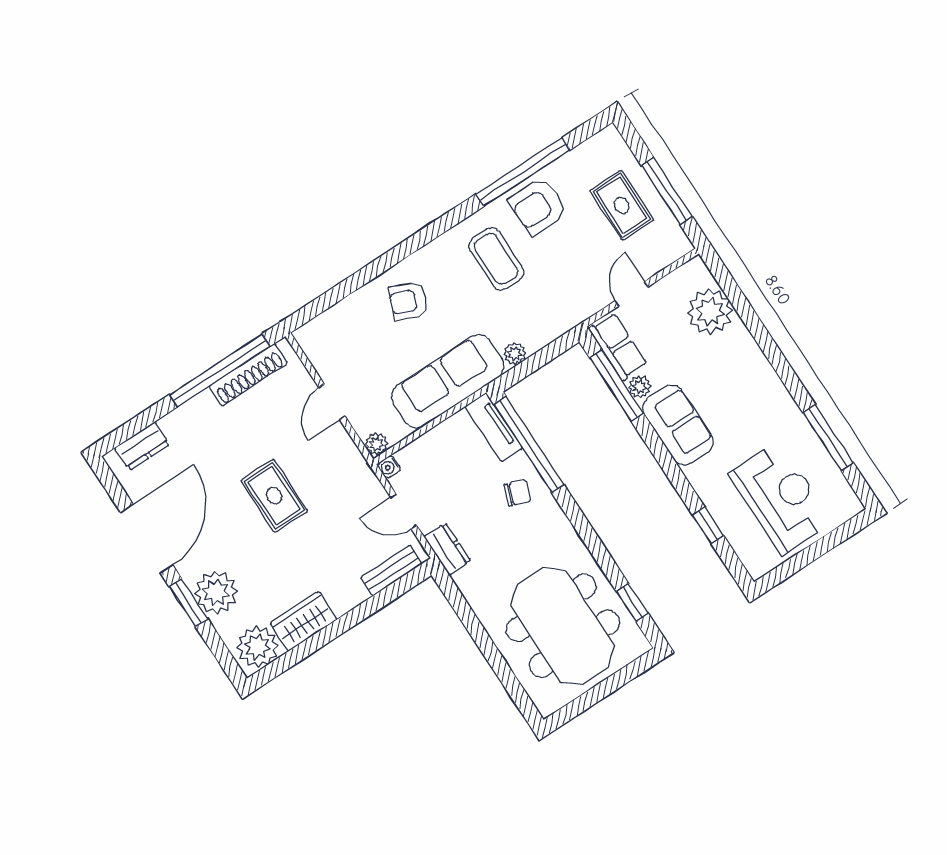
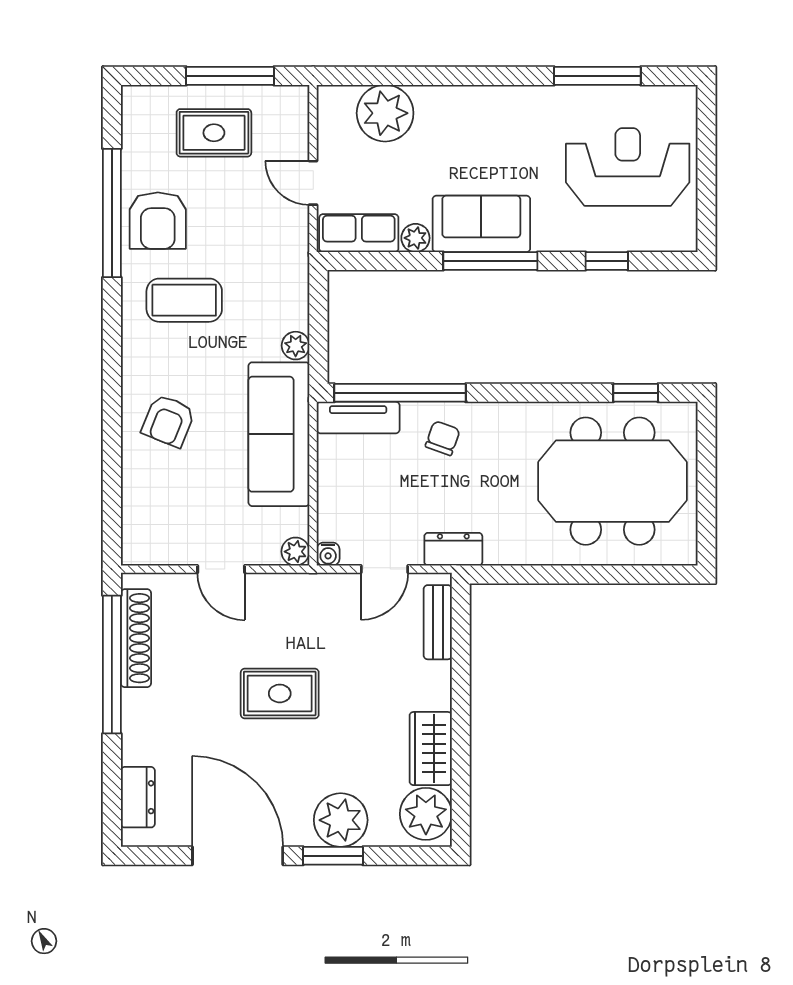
window: (617, 386) -> (490, 261), moved

